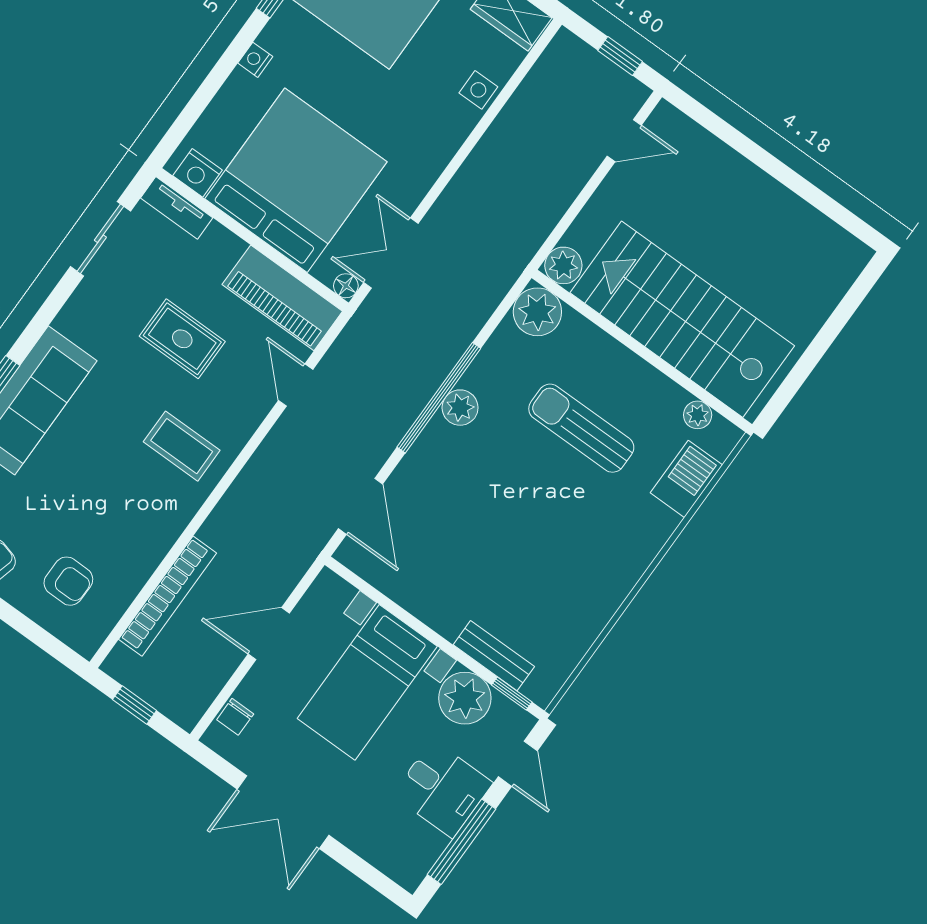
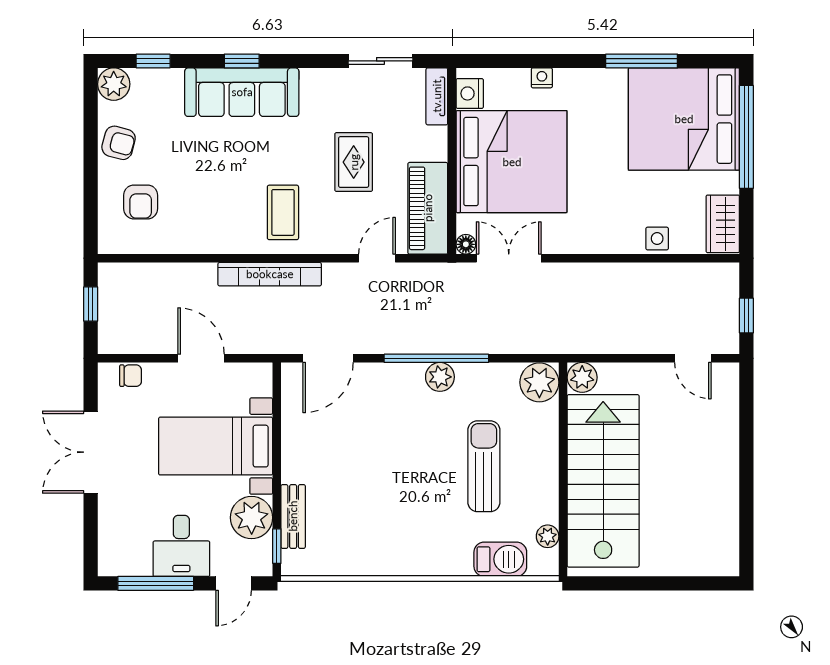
nightstand: (255, 60) -> (542, 78), moved
bookcase: (168, 596) -> (270, 274), moved
chair: (235, 717) -> (131, 376), turned 180

